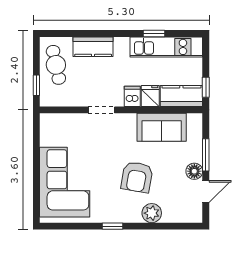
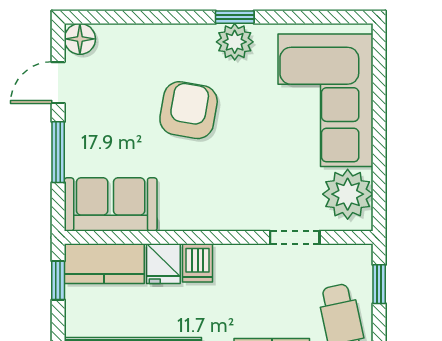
doorway: (102, 110) -> (295, 237), moved
sofa: (162, 127) -> (111, 204), moved
plant: (53, 133) -> (348, 194), added
floor lamp: (194, 171) -> (80, 39), moved
plant: (152, 213) -> (235, 42), moved

